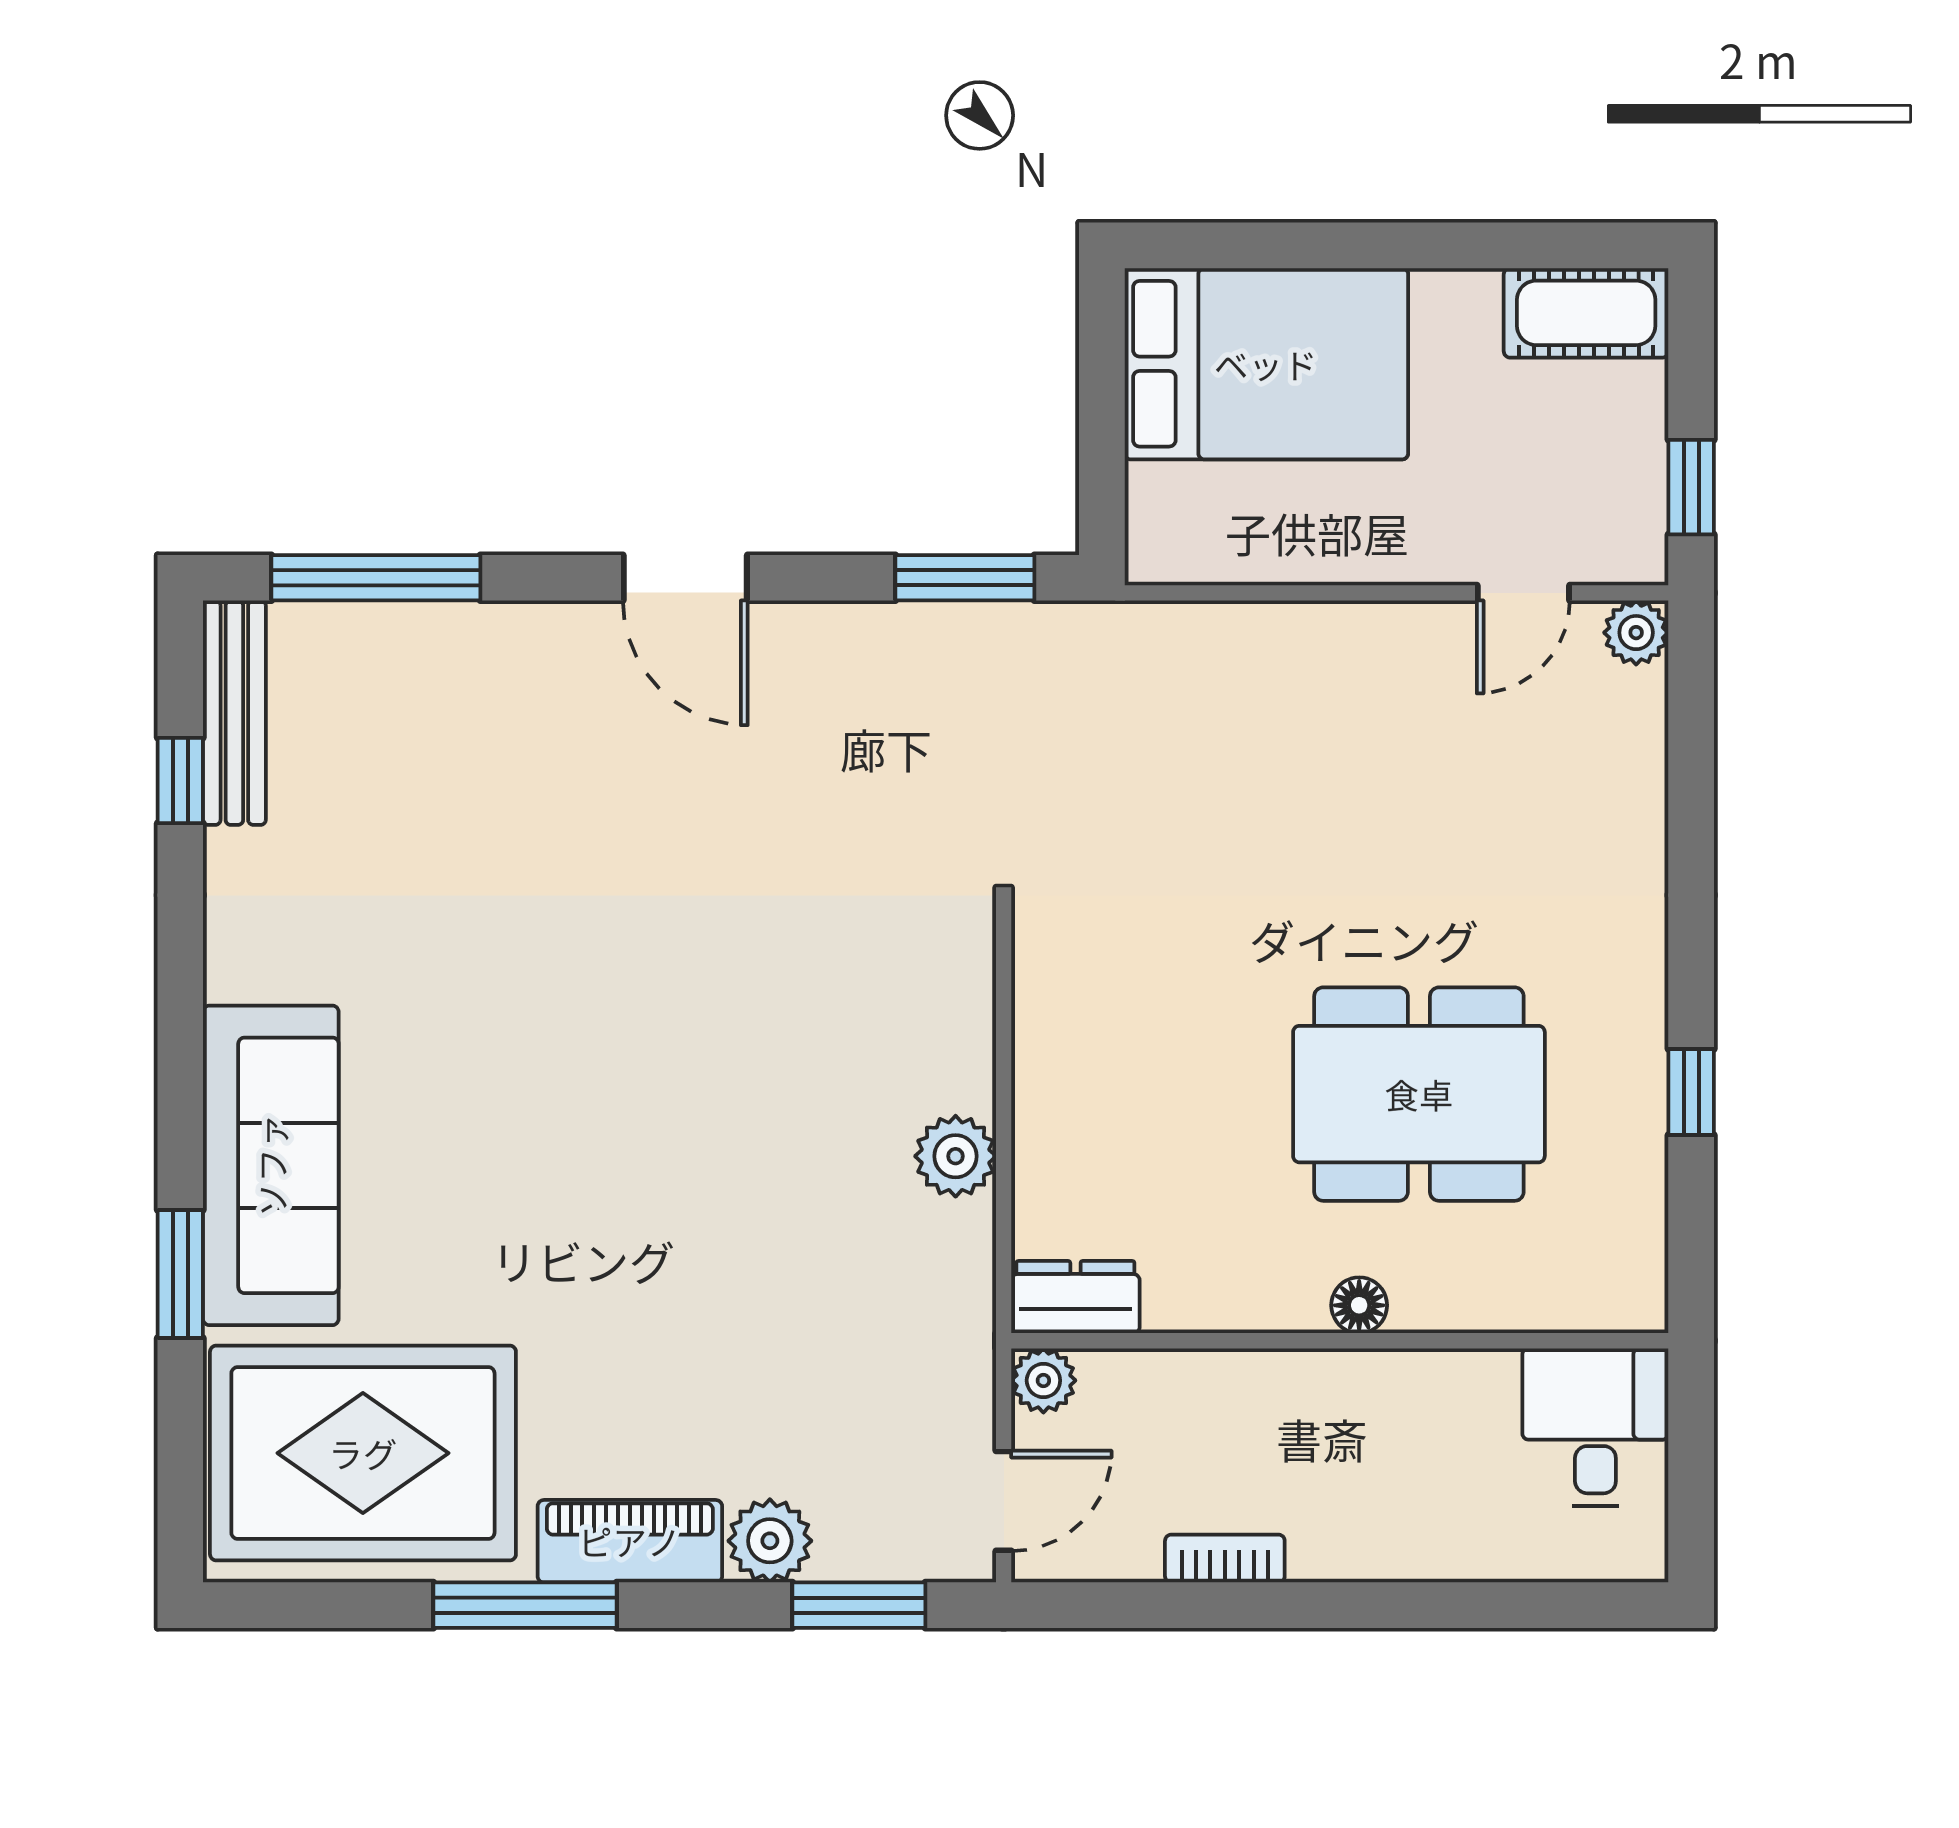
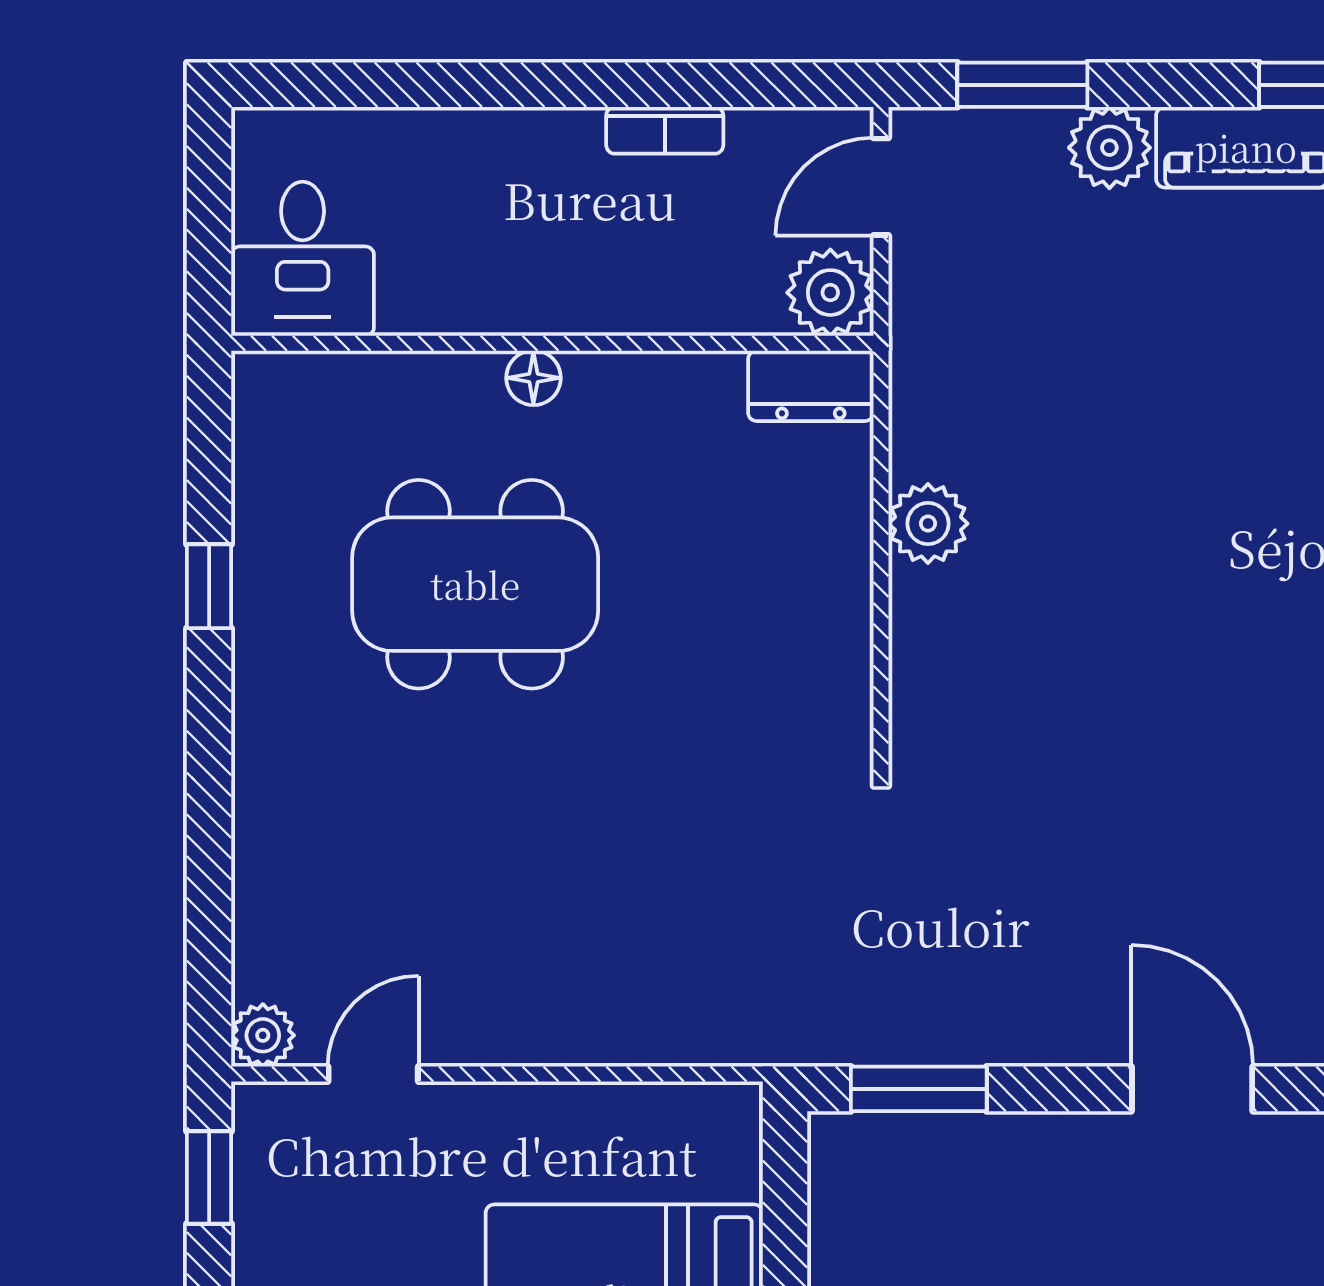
plant: (1043, 1380) -> (830, 293), width x1.38, depth x1.38

